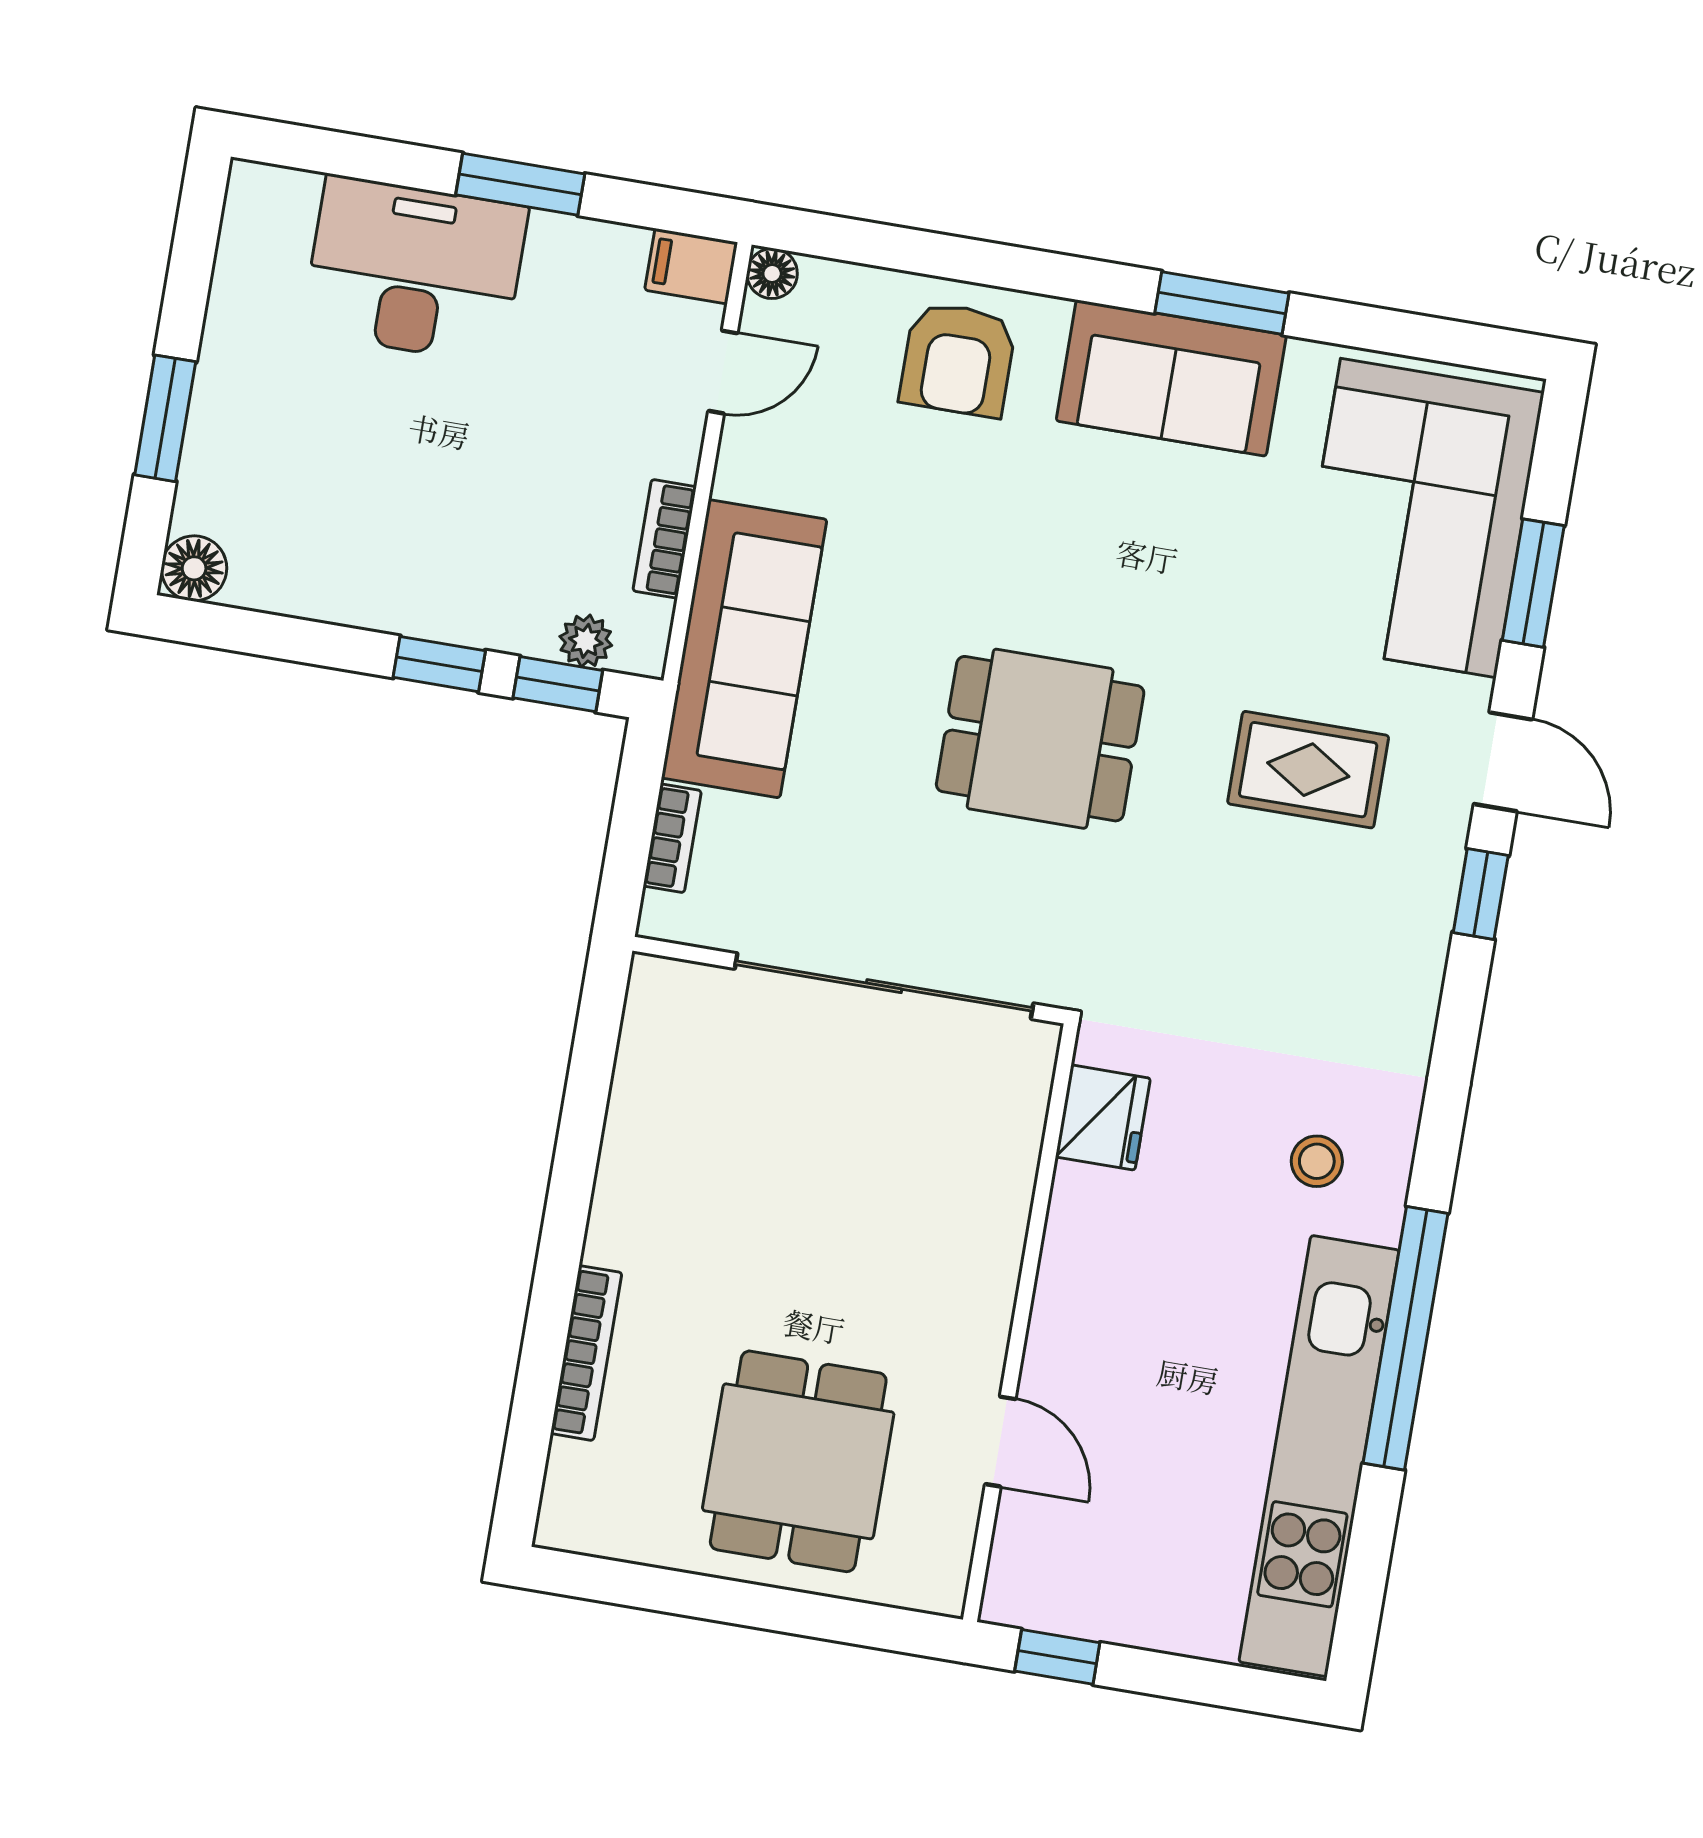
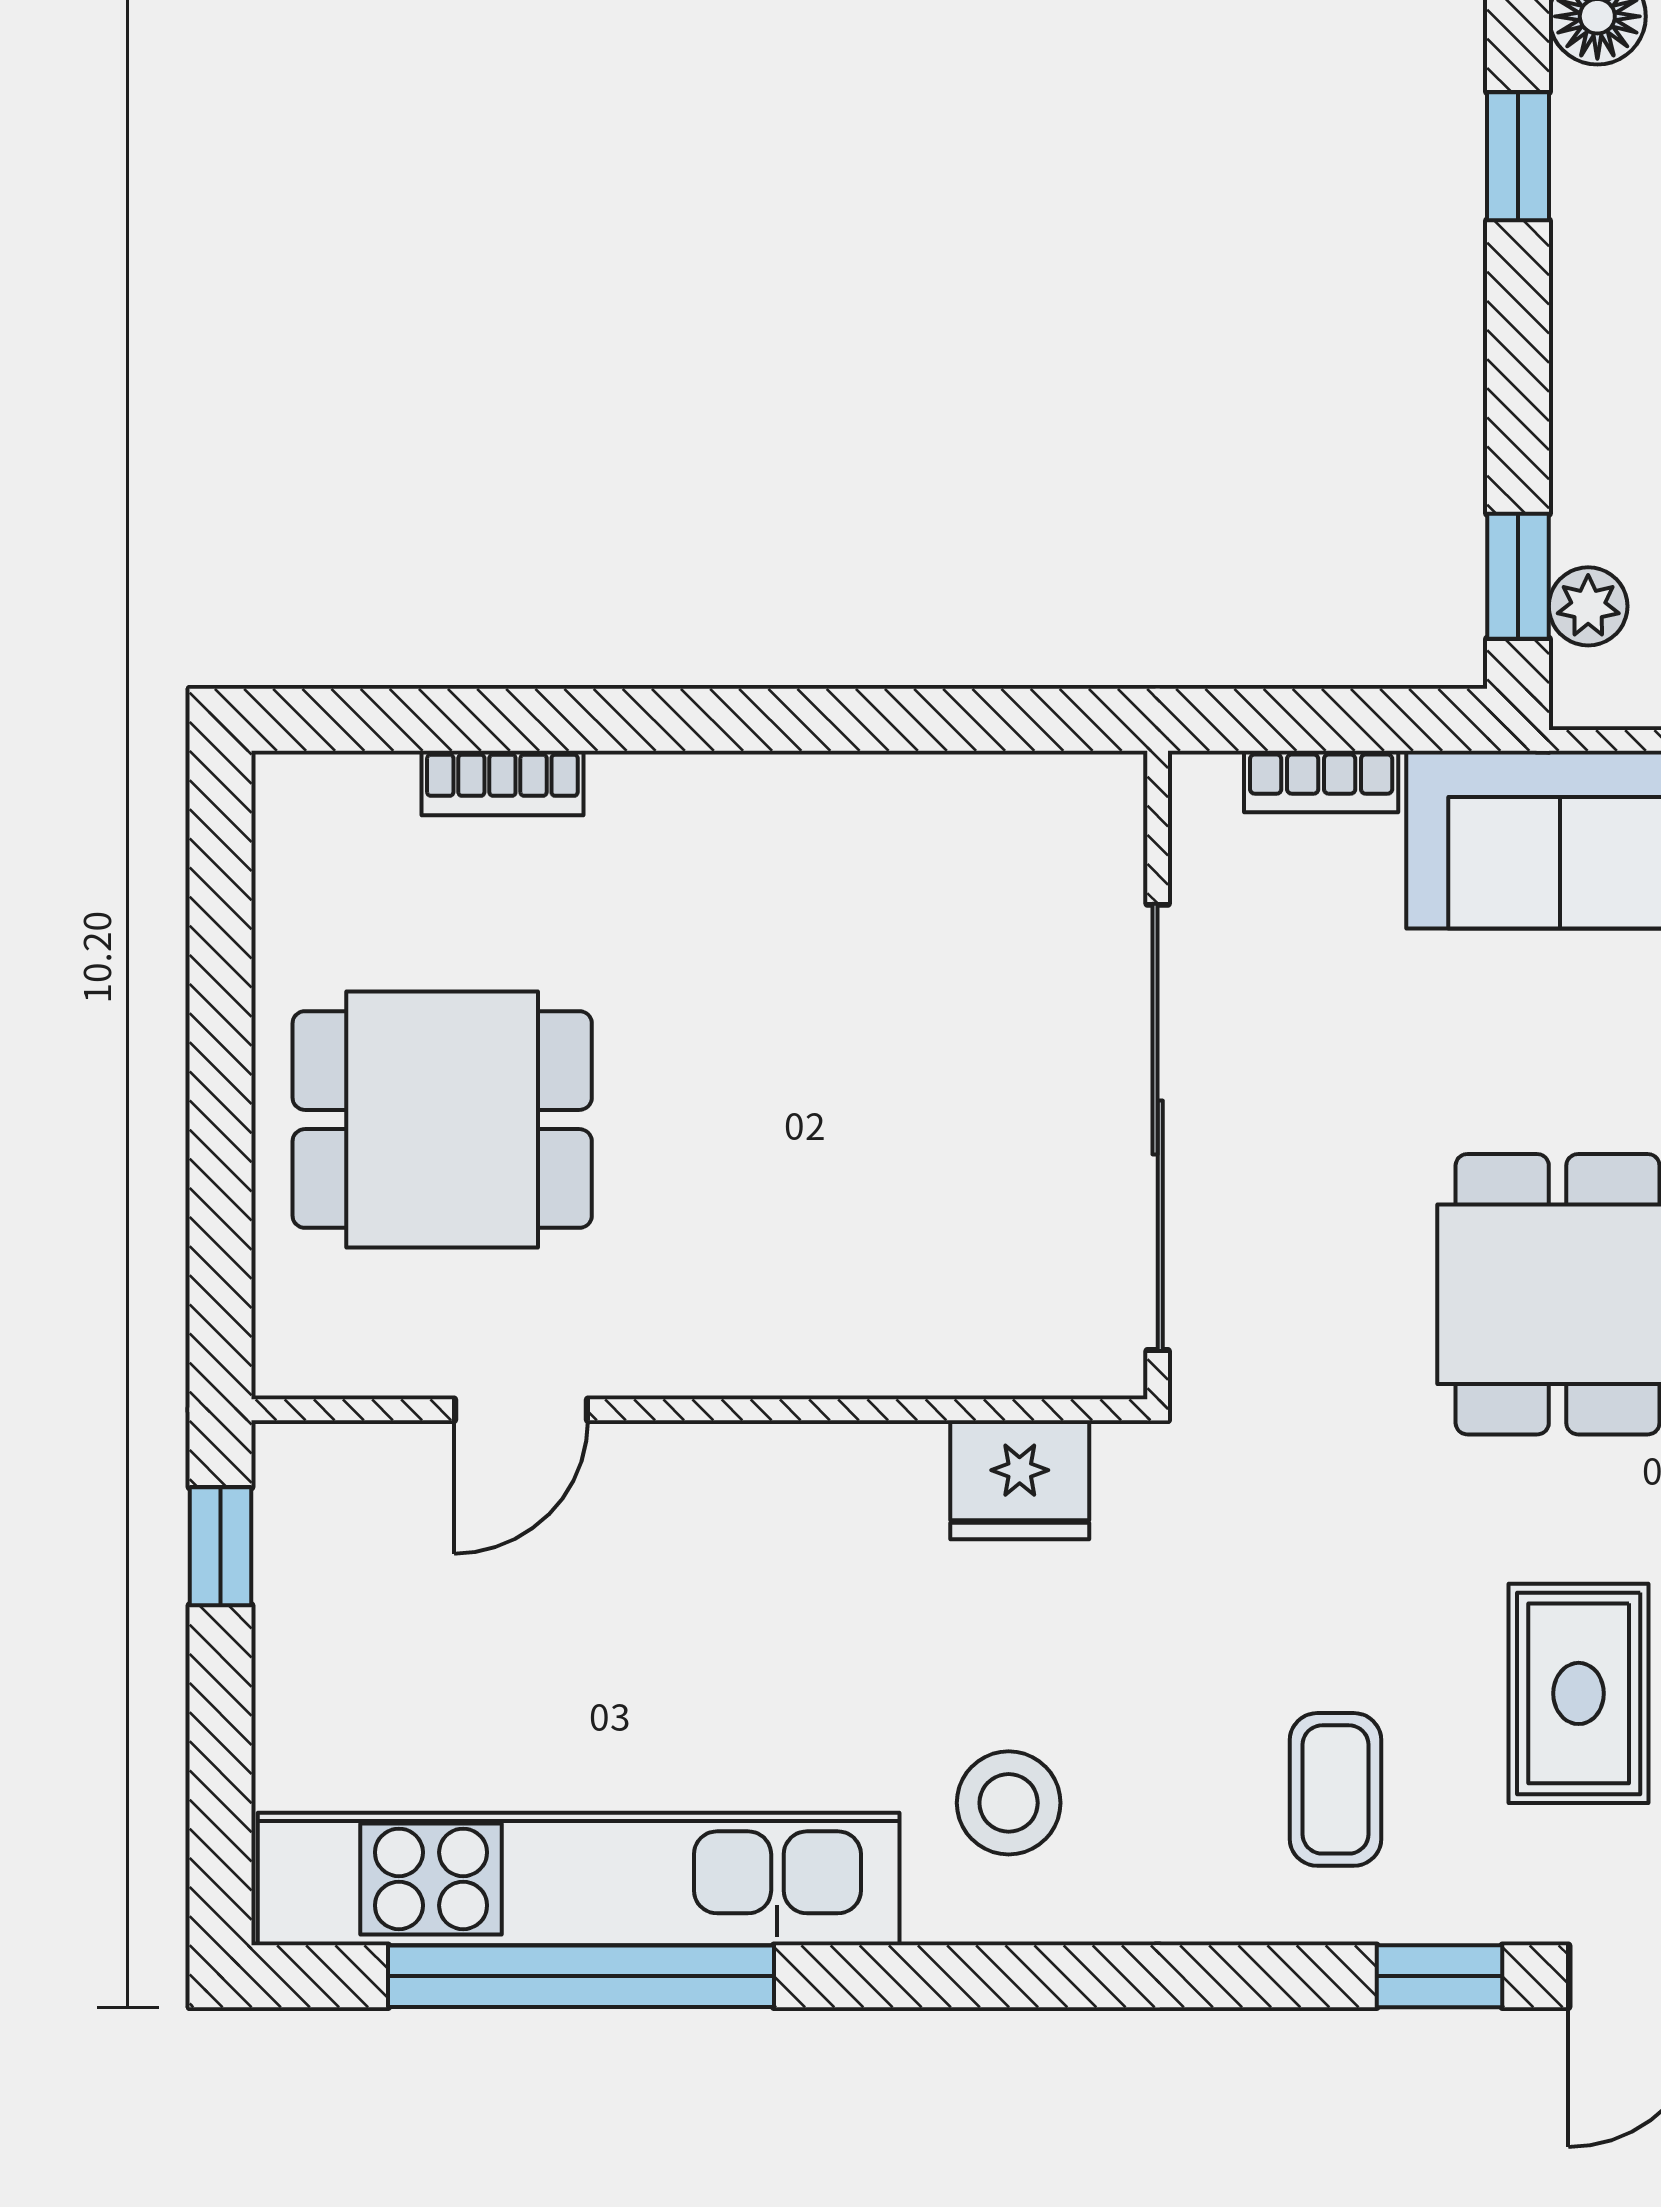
window: (439, 664) -> (1518, 156), moved
coffee table: (1345, 942) -> (1336, 1789), added
stool: (1317, 1161) -> (1009, 1803), width x1.37, depth x1.37
window: (1405, 1338) -> (581, 1976), moved
bookcase: (586, 1353) -> (502, 783), width x0.64

